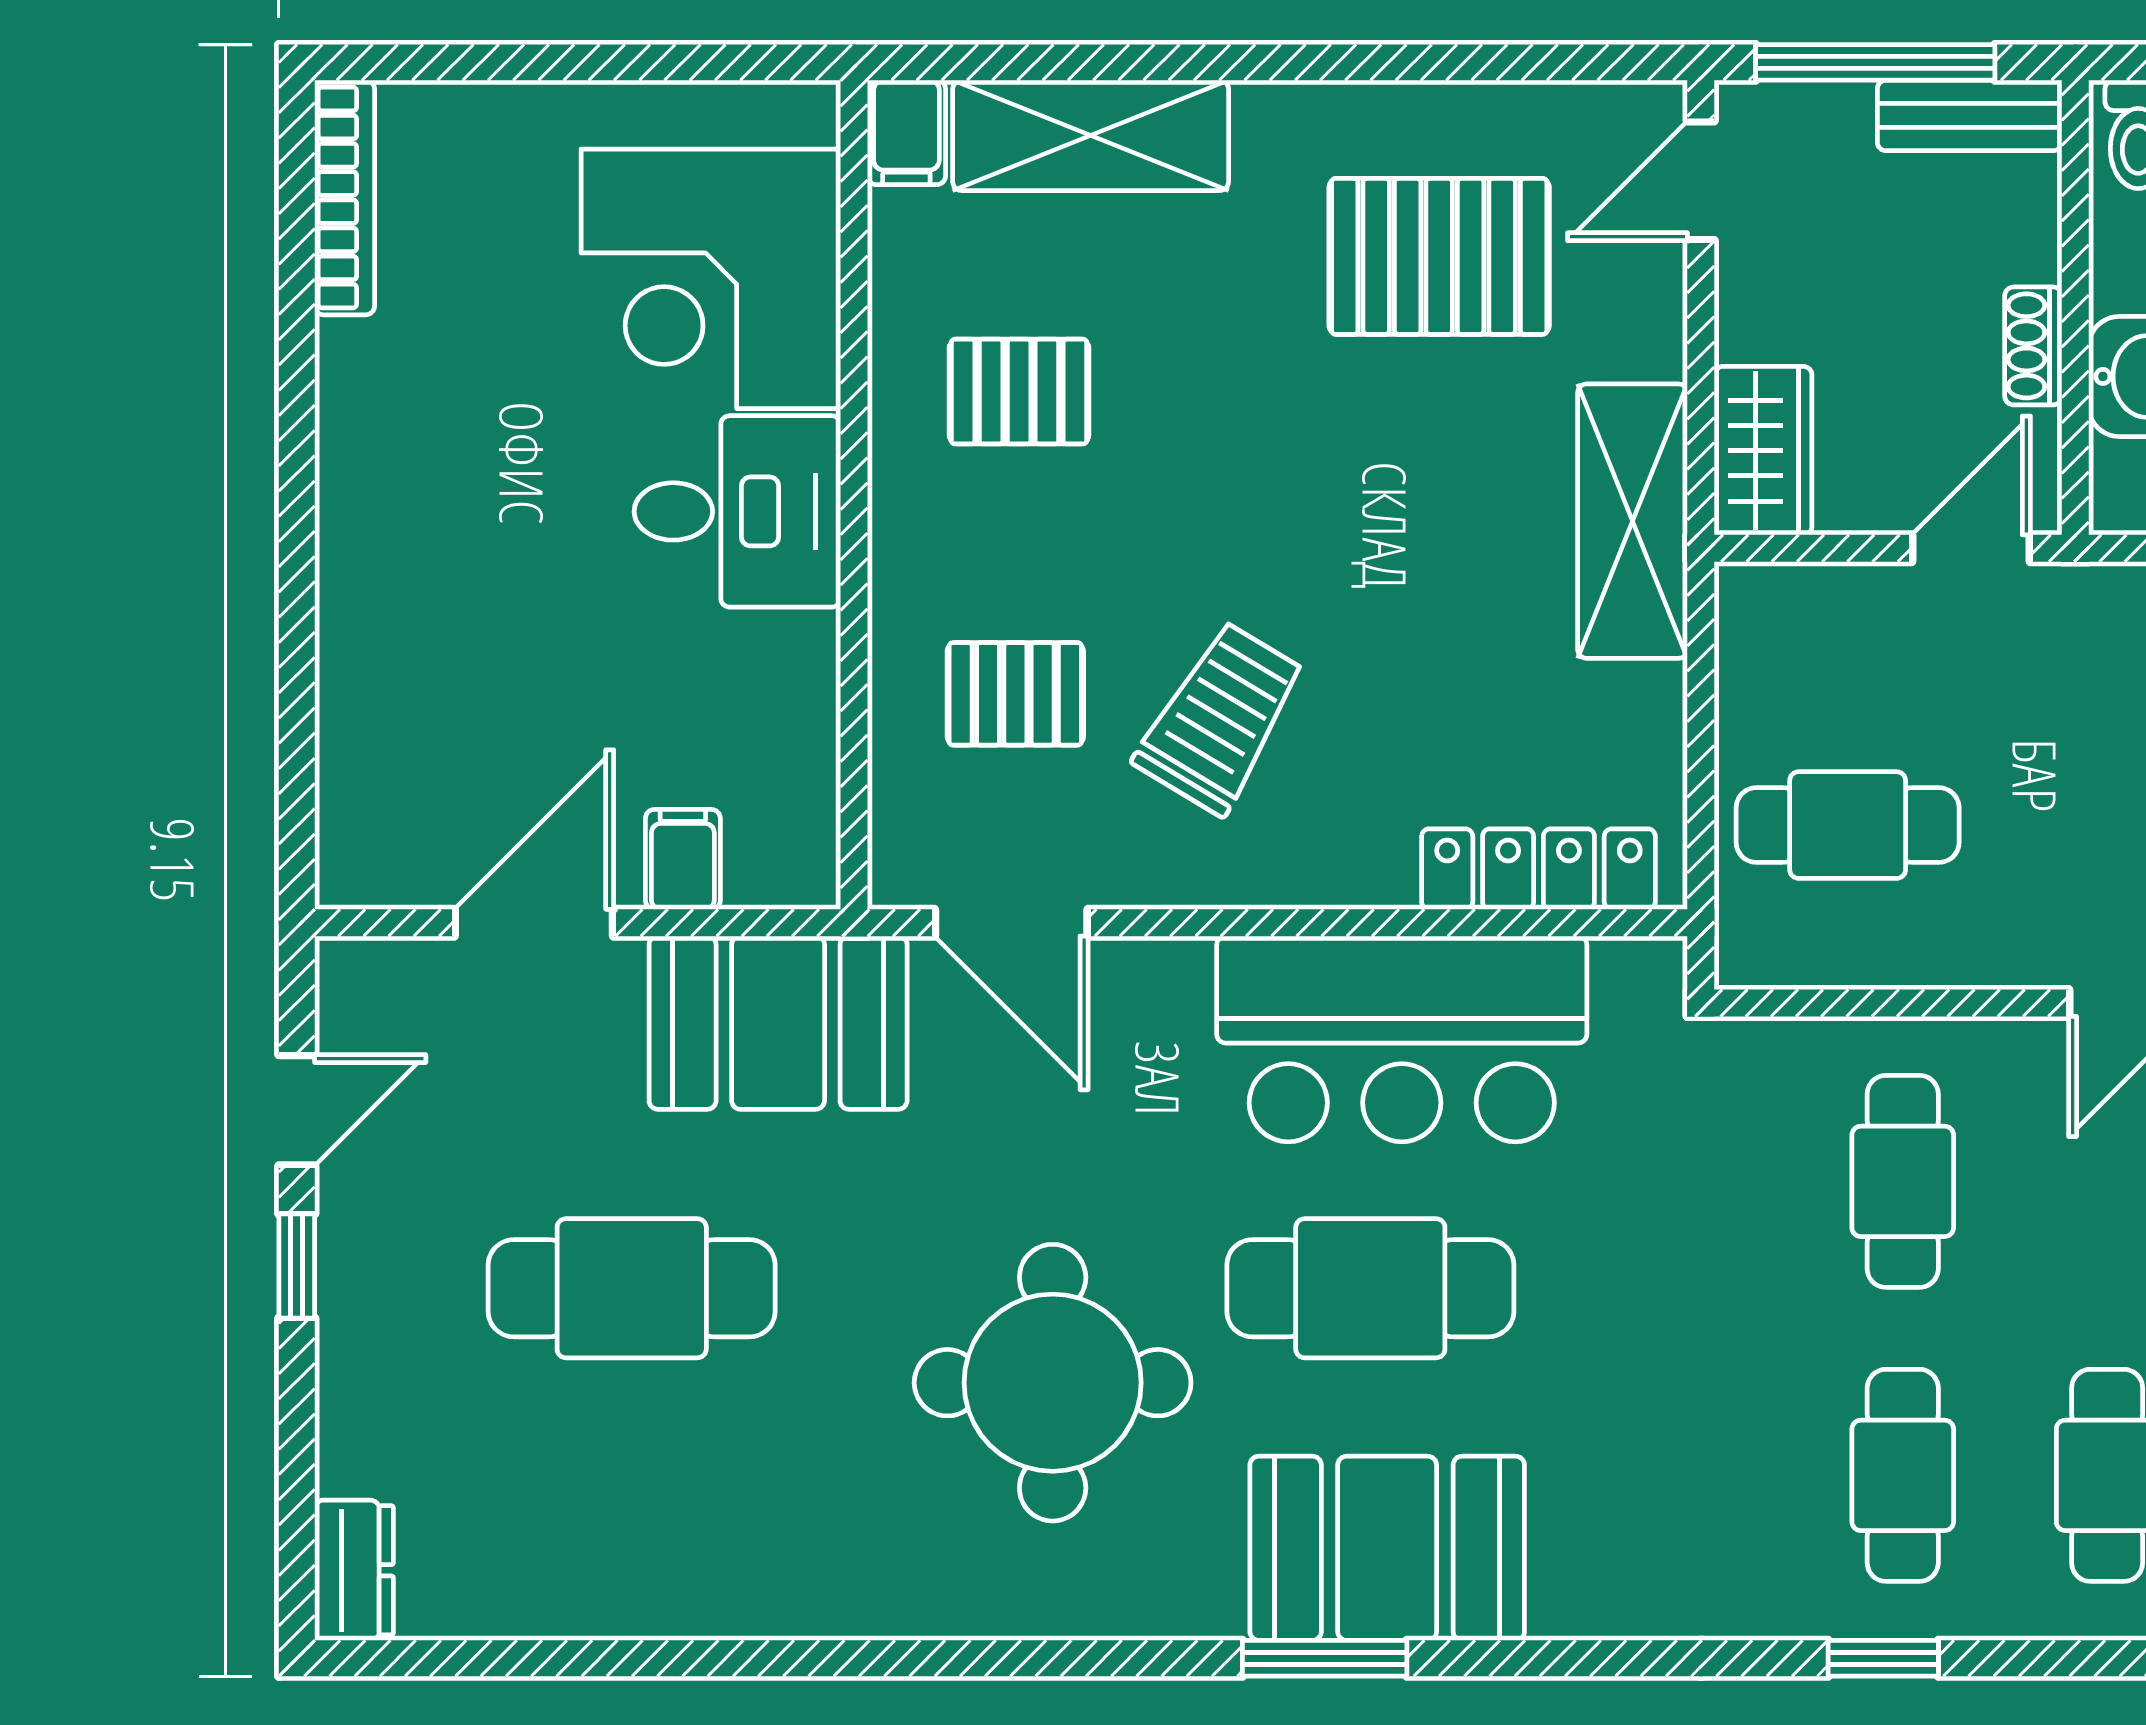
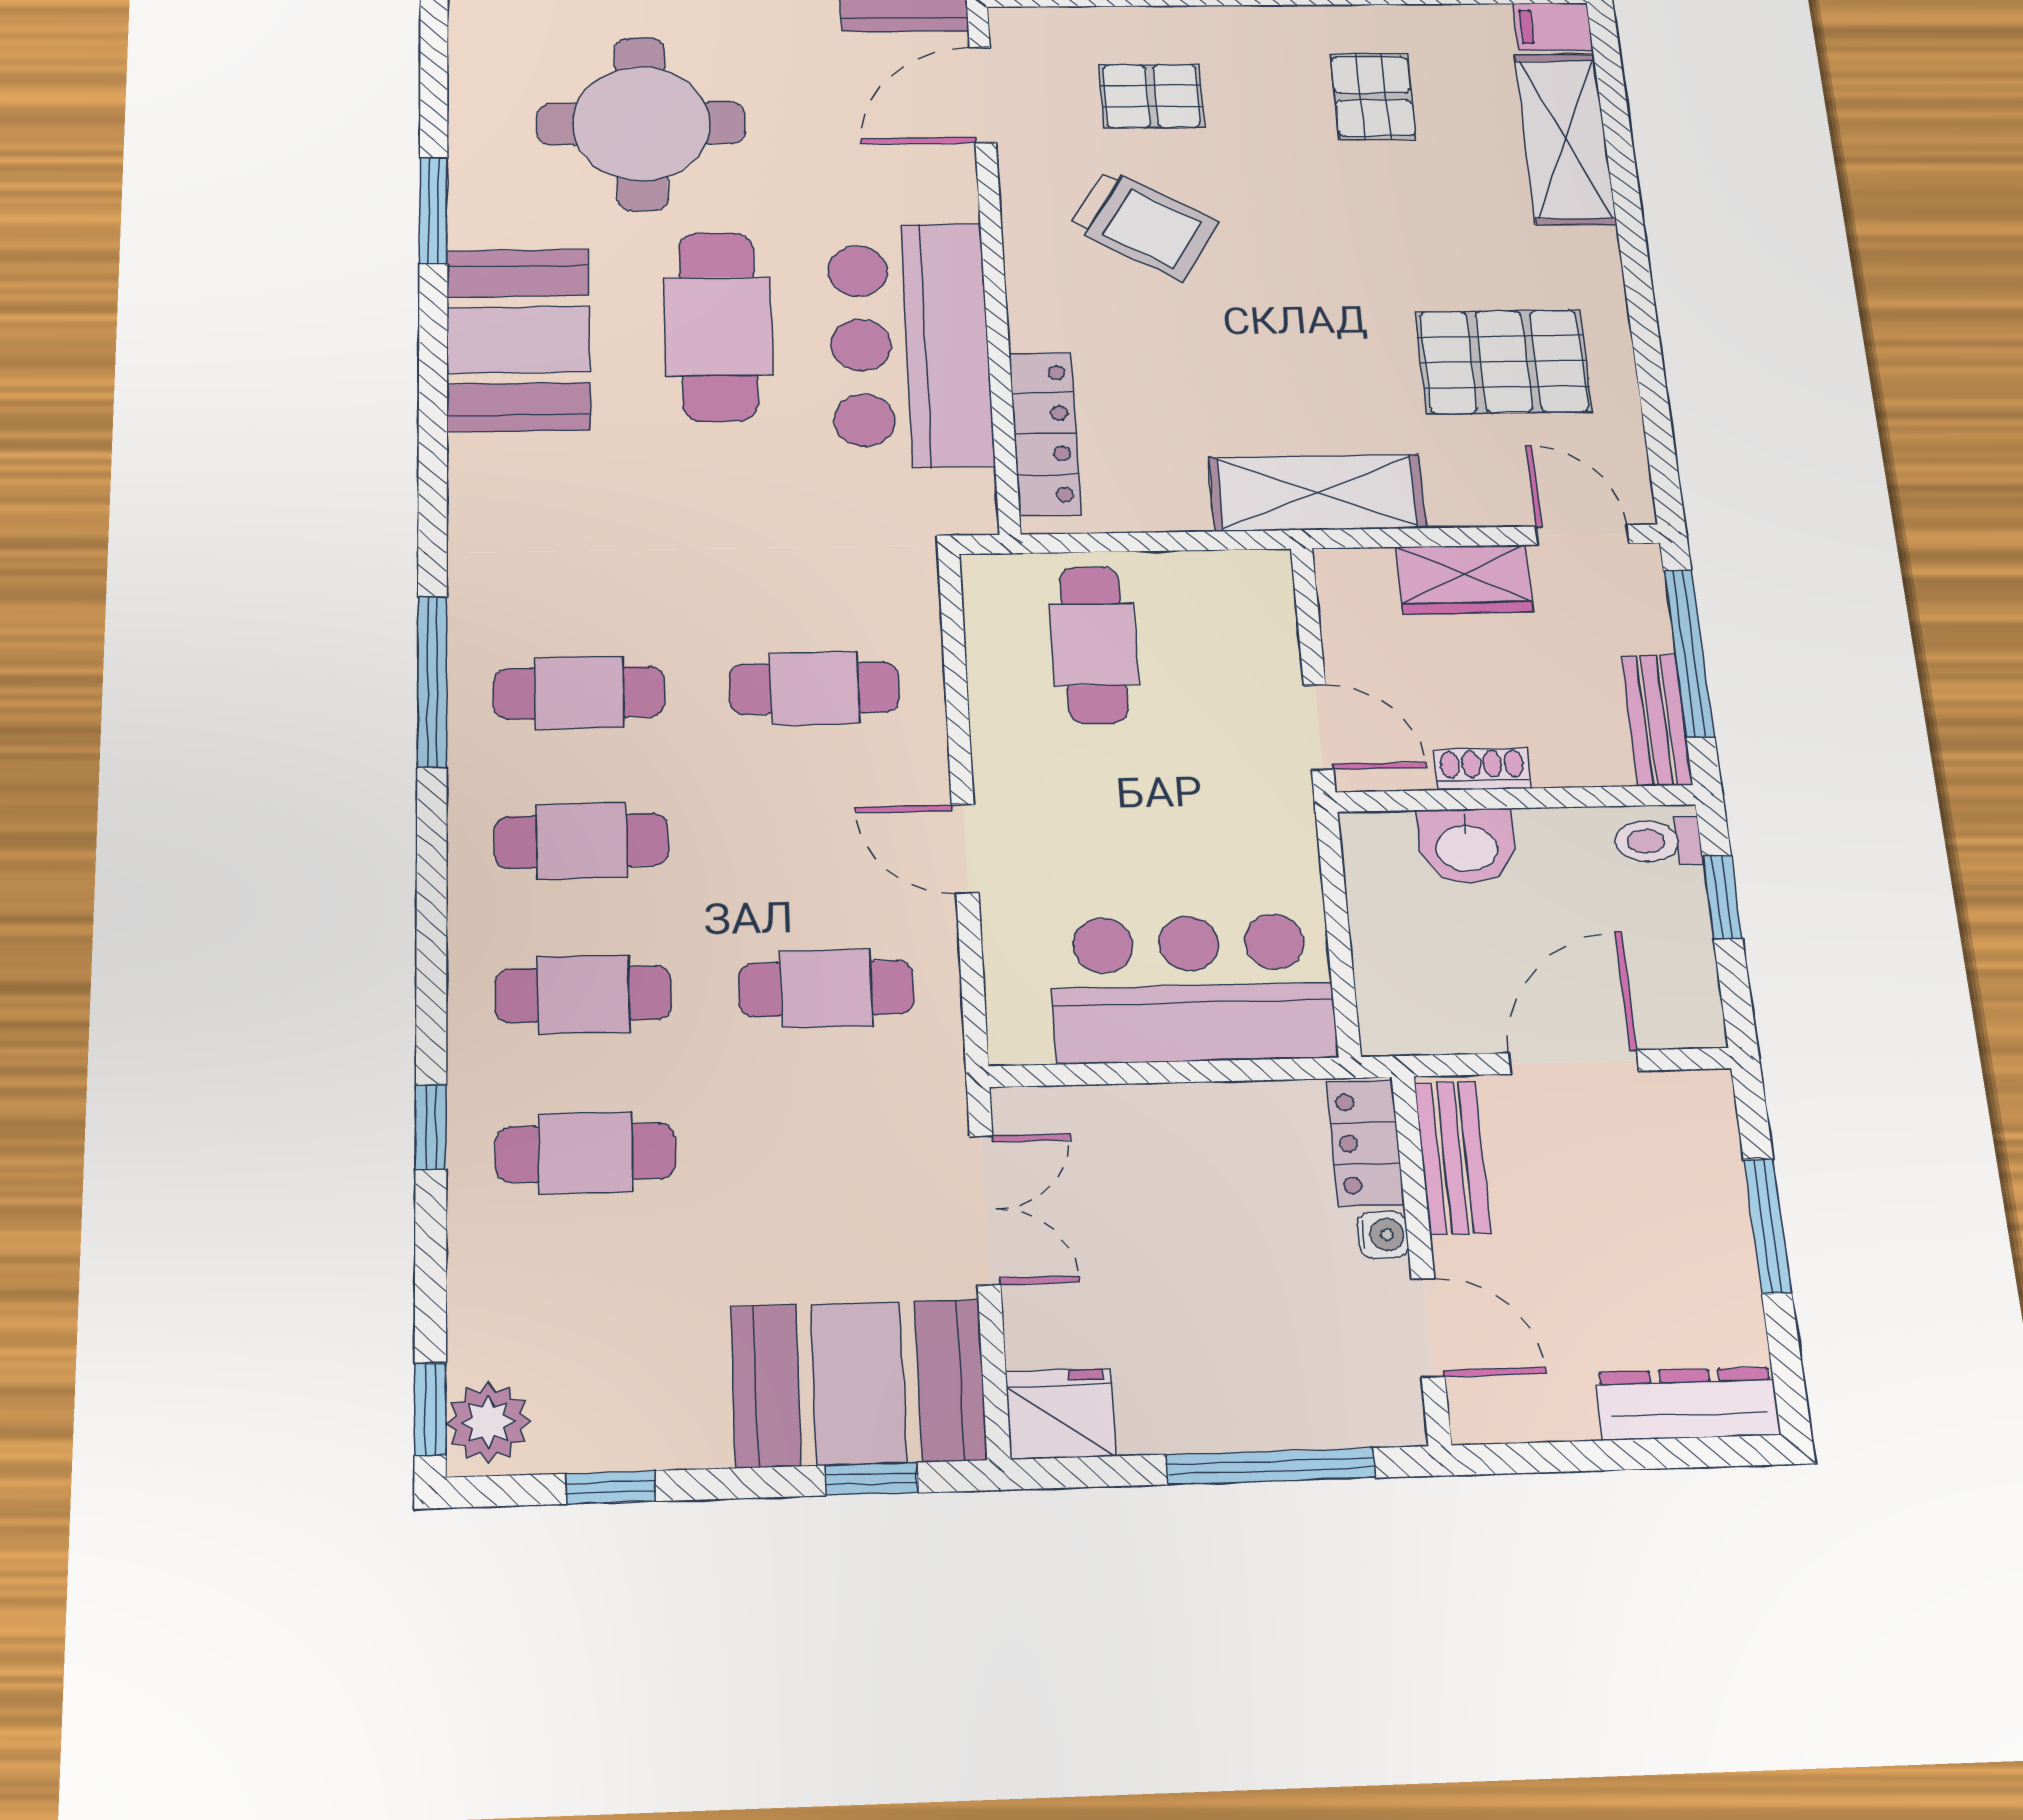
pallet: (1439, 256) -> (1504, 362), turned 90
wardrobe: (1763, 451) -> (1464, 579), moved
pallet: (1015, 694) -> (1152, 96), turned 90
window: (1325, 1658) -> (433, 210), moved
window: (1883, 1658) -> (432, 681), width x2.17

